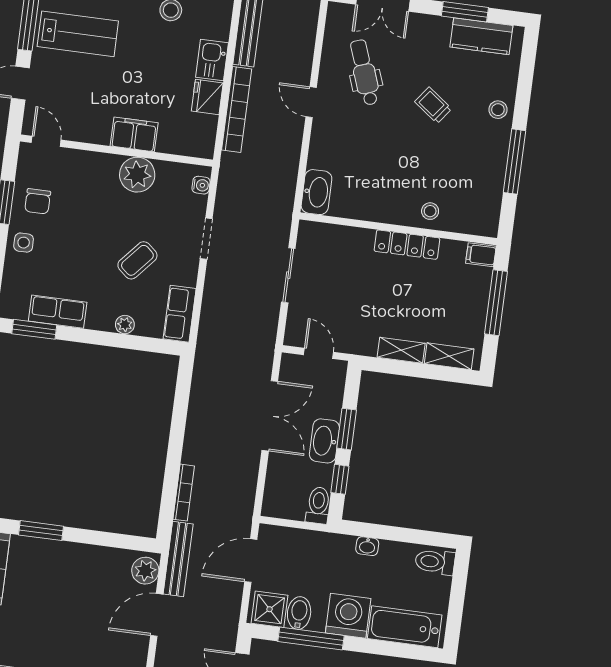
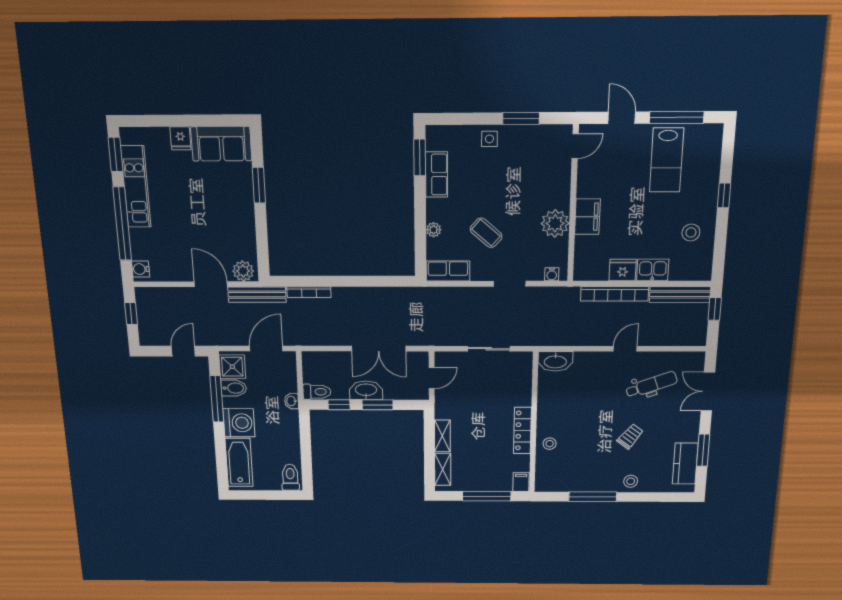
chair: (38, 201) -> (525, 146), removed
washbasin: (367, 546) -> (291, 401), moved
door: (251, 561) -> (266, 349), hinge flipped

